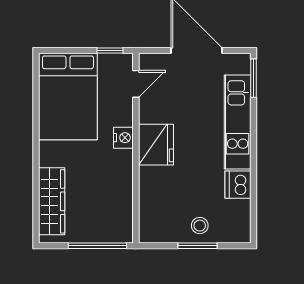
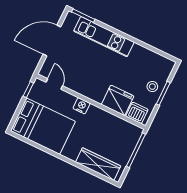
fridge: (156, 145) -> (118, 100), moved
dishwasher: (238, 185) -> (137, 113), moved, turned 180

